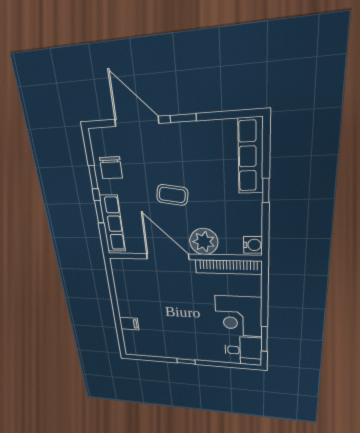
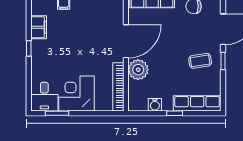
coffee table: (172, 195) -> (200, 61), moved, turned 72
water cooler: (253, 245) -> (155, 105), moved
filing cabinet: (161, 350) -> (39, 27), added

